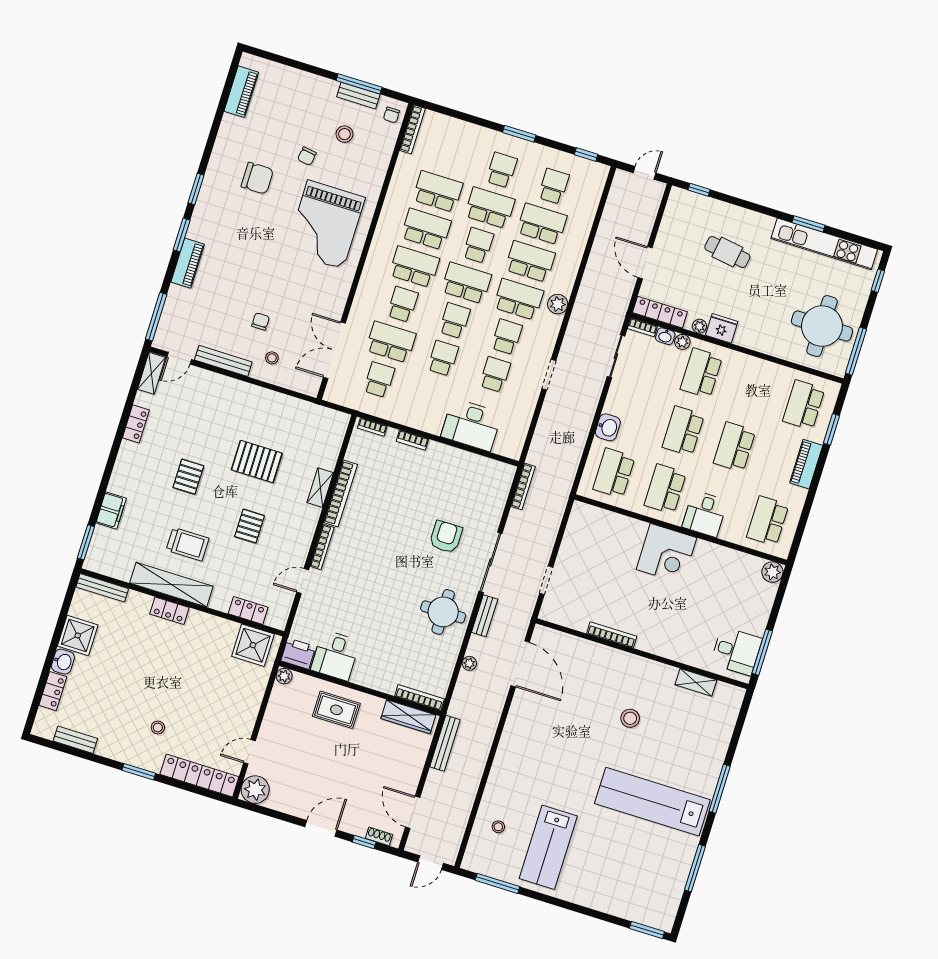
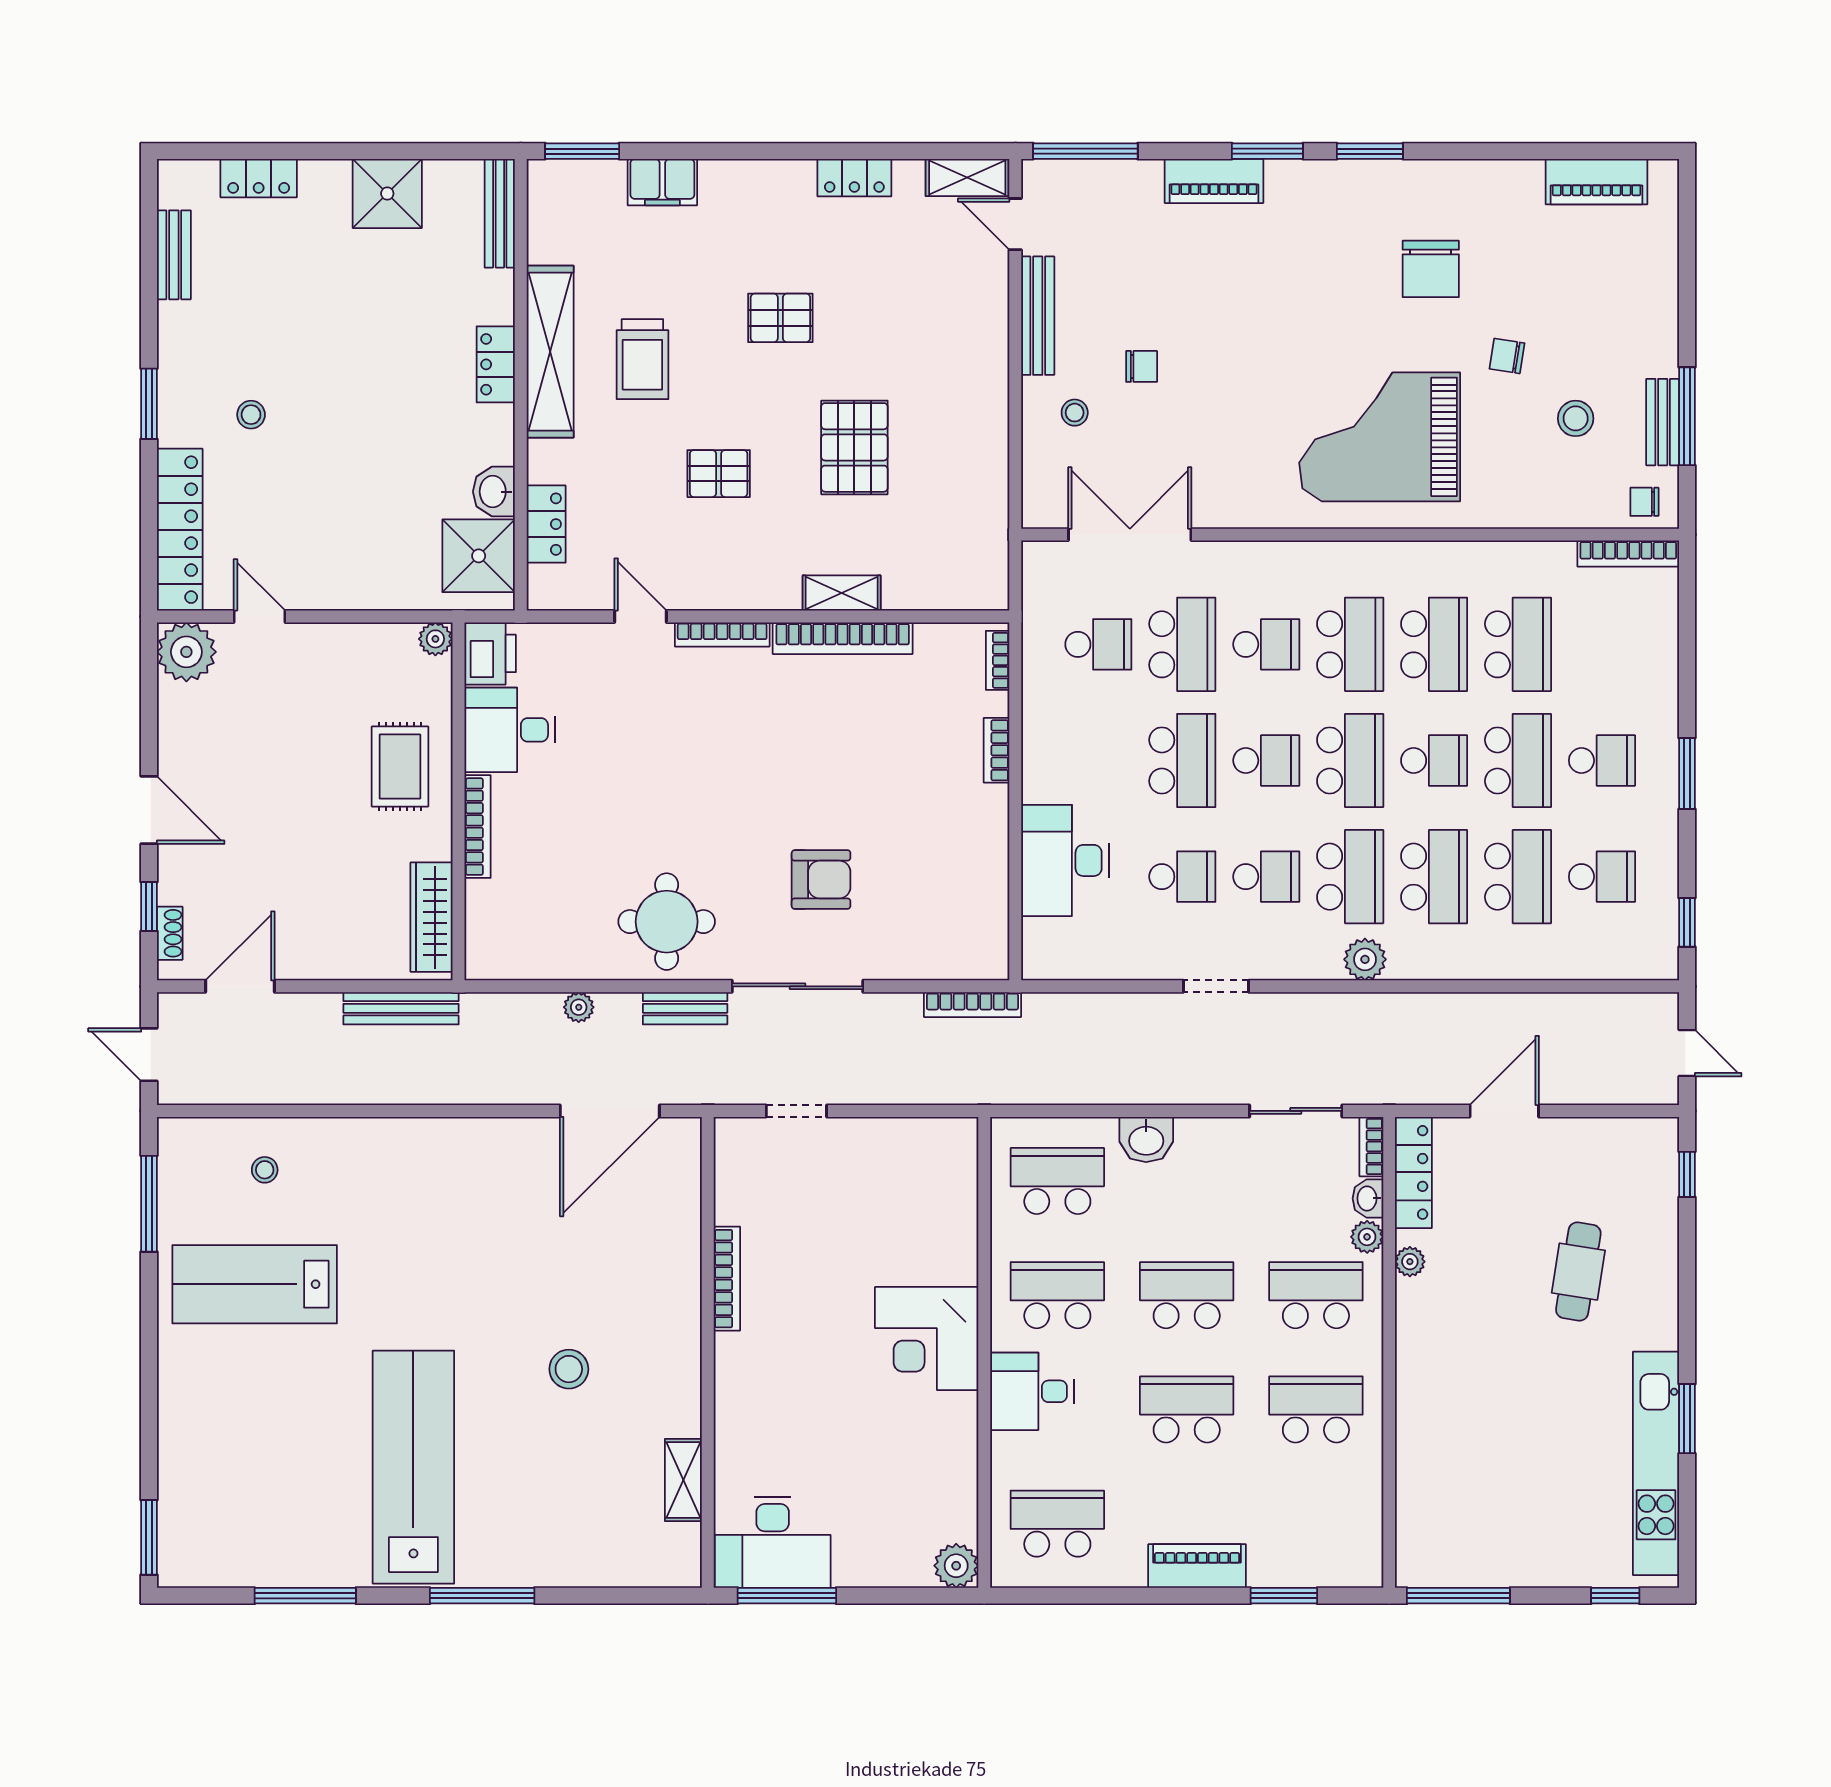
round table: (822, 326) -> (1488, 1511), removed
fridge: (722, 328) -> (1420, 1308), removed
school desk: (443, 358) -> (1182, 760), width x1.85
school desk: (804, 405) -> (1316, 1409), moved
desk: (736, 651) -> (773, 1542), width x1.37
washbasin: (63, 662) -> (494, 492), moved, turned 90
bookcase: (419, 698) -> (478, 827), moved

